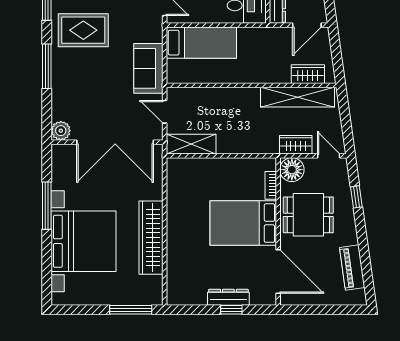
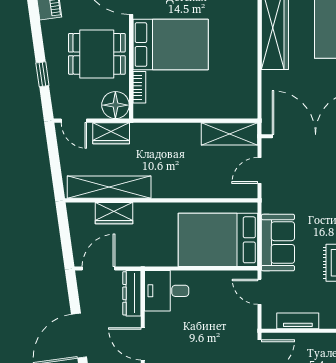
bed: (201, 43) -> (218, 240), width x1.50
sofa: (148, 68) -> (278, 243), moved
wardrobe: (308, 74) -> (114, 213), moved
door: (165, 112) -> (260, 170), swing flipped

